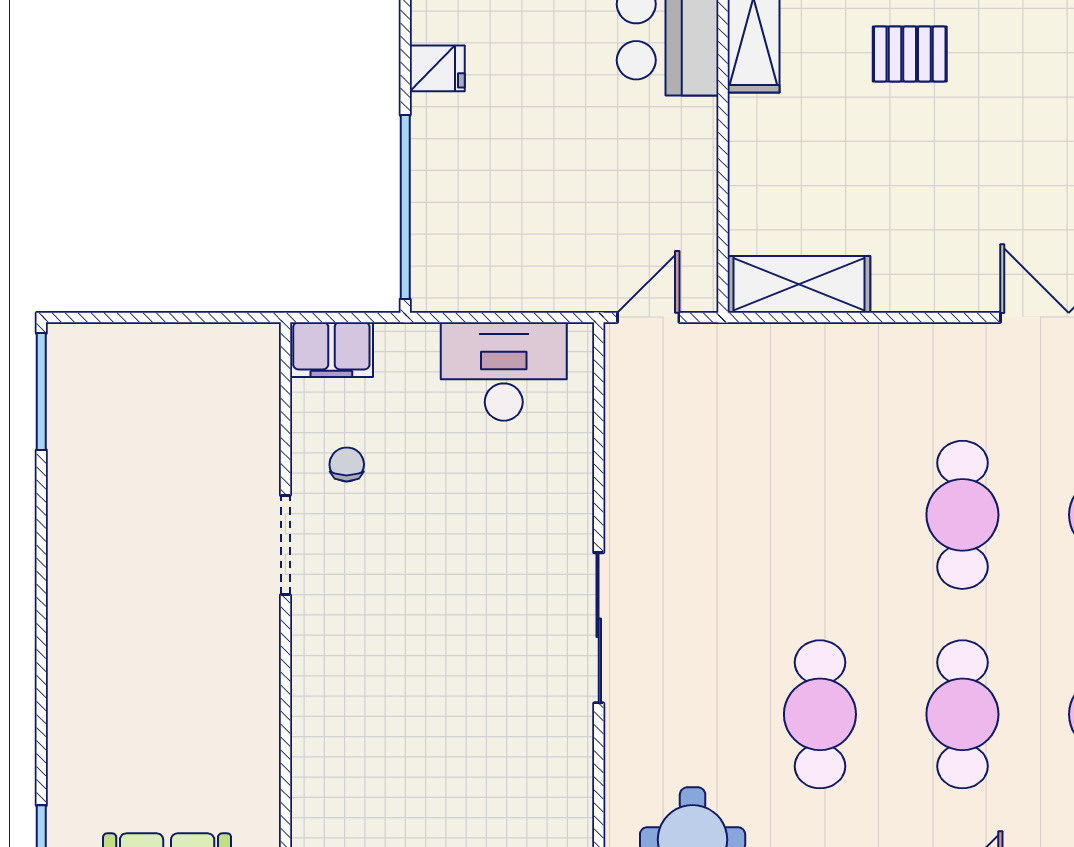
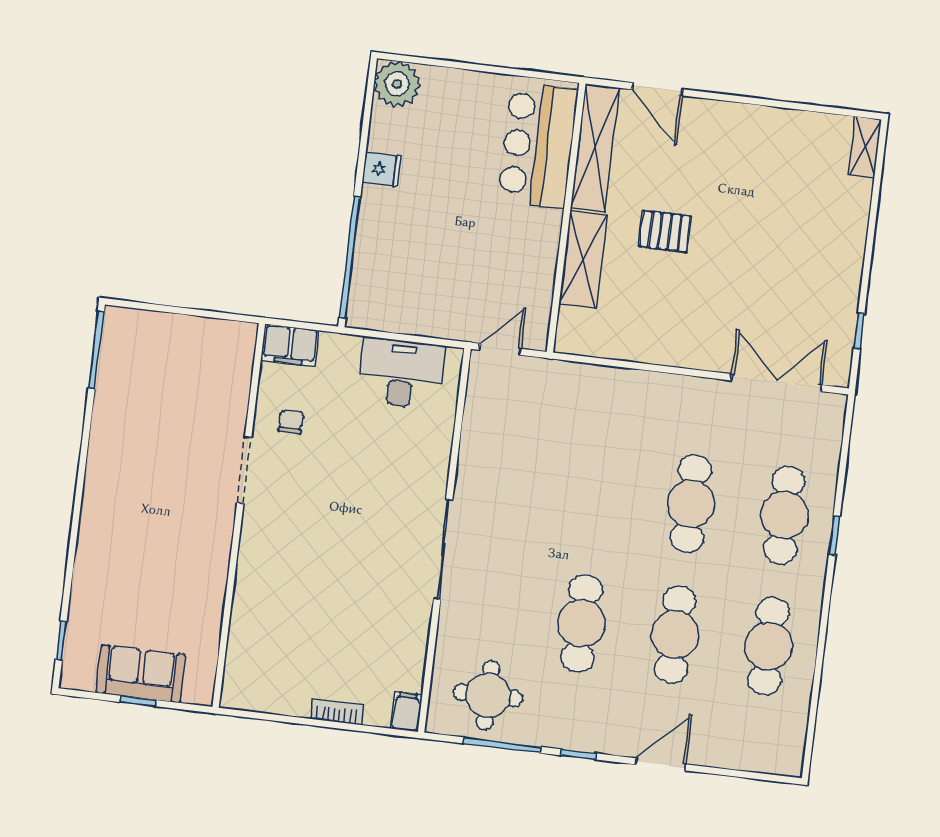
pallet: (910, 54) -> (665, 231), moved
shelving: (799, 284) -> (583, 259), moved, turned 90

